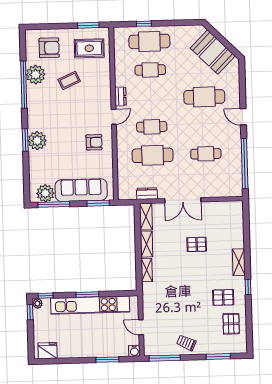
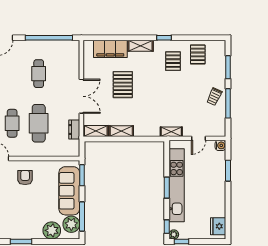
plant: (37, 141) -> (52, 230), moved
filing cabinet: (235, 230) -> (110, 49), added
pallet: (197, 244) -> (123, 85), width x1.50, depth x1.42
shelving: (147, 270) -> (171, 132), moved
pallet: (231, 324) -> (198, 54), turned 90
window: (165, 358) -> (228, 103), moved

